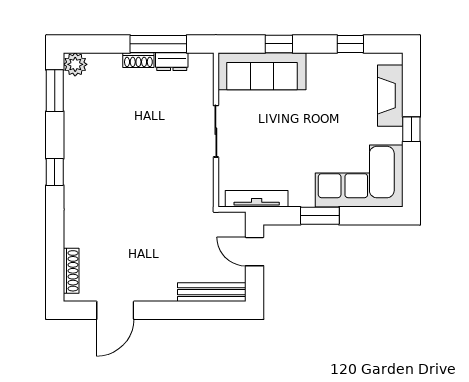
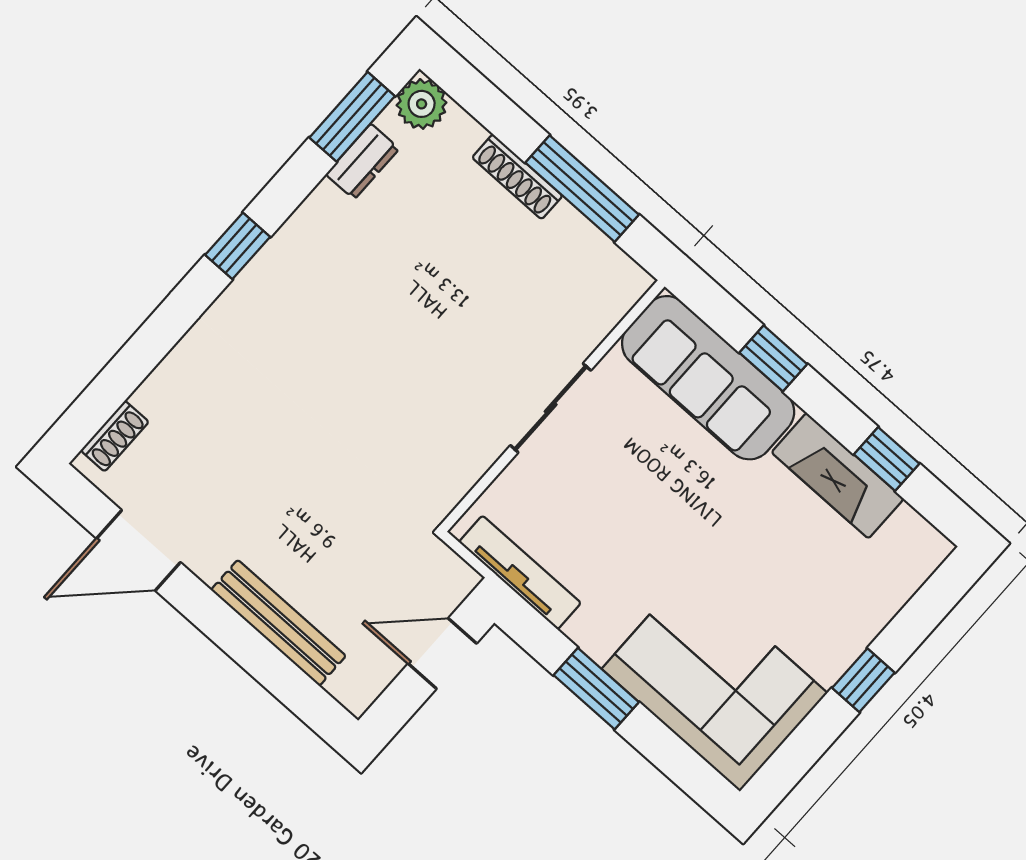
shoe rack: (138, 60) -> (517, 177), width x1.43
dresser: (172, 62) -> (363, 162), moved, turned -90
fireplace: (390, 96) -> (838, 476), moved, turned -90
door: (255, 252) -> (442, 653), hinge flipped
shoe rack: (71, 271) -> (115, 436), width x0.70
bench: (212, 292) -> (278, 623), moved

